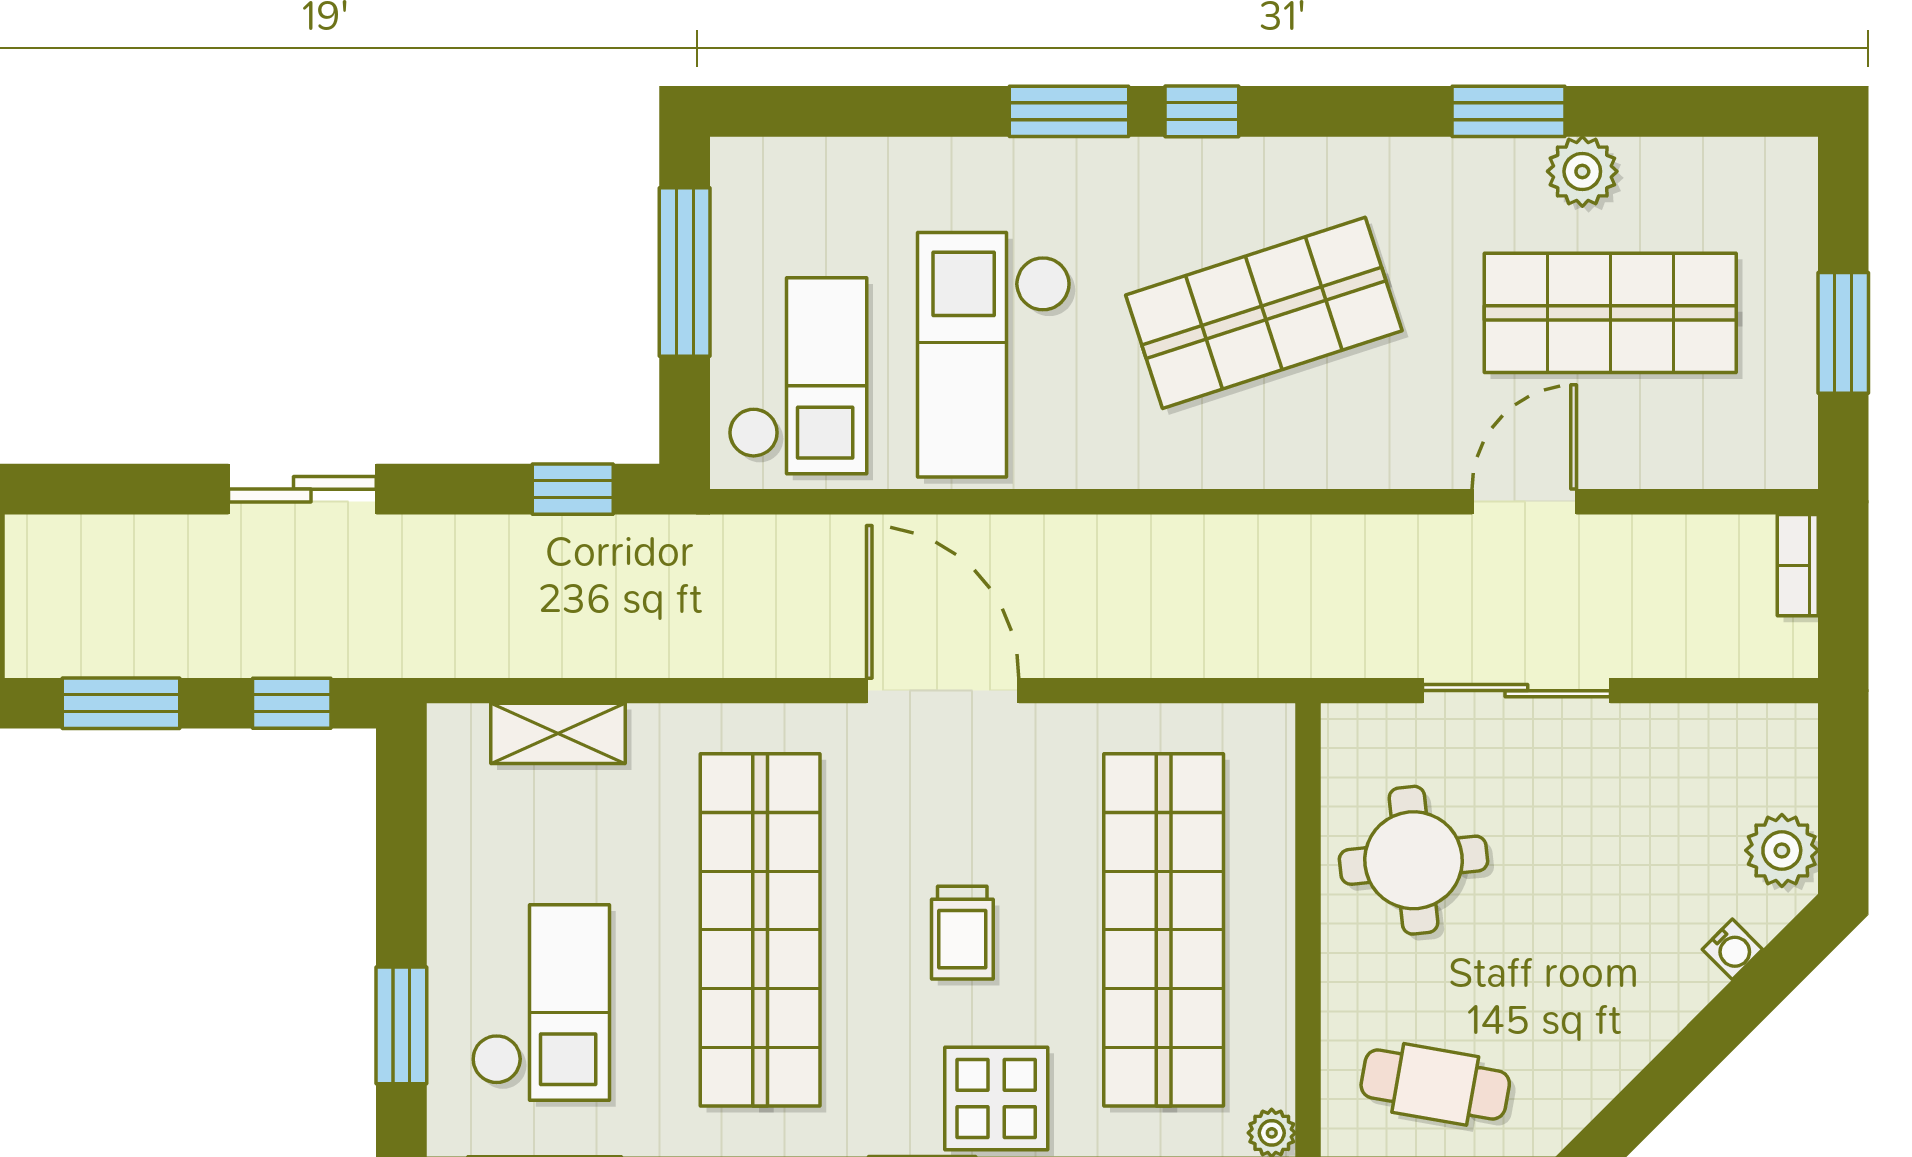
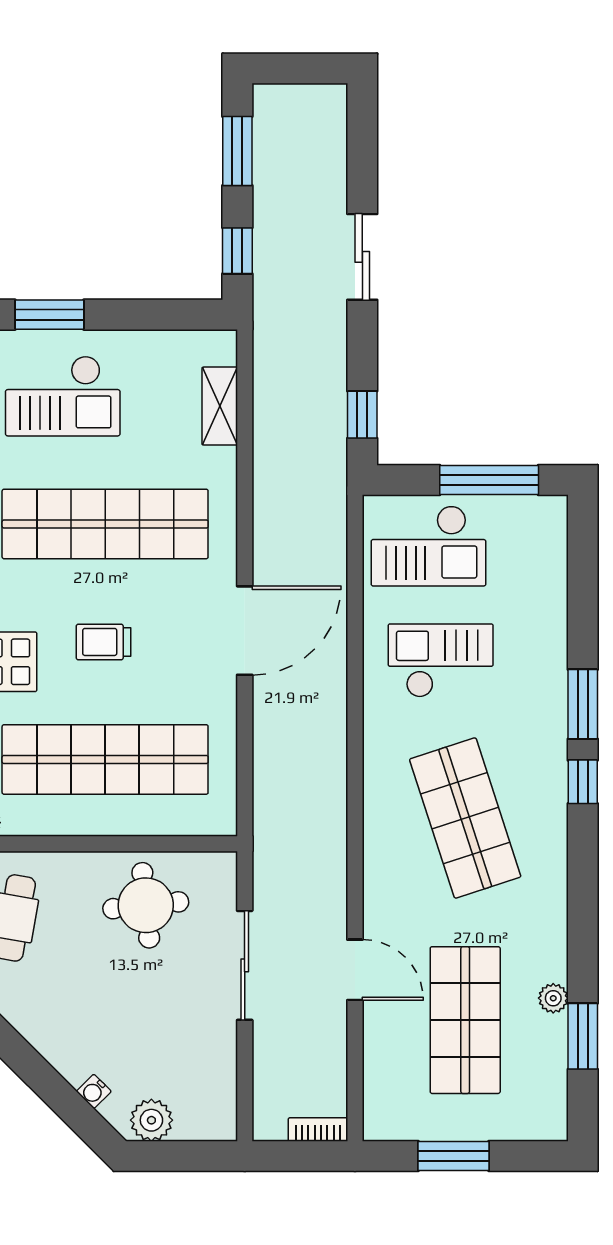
window: (1508, 111) -> (583, 1036), moved
plant: (1582, 171) -> (553, 998), width x0.73, depth x0.73
checkout: (994, 355) -> (441, 661), width x0.73, depth x0.83

